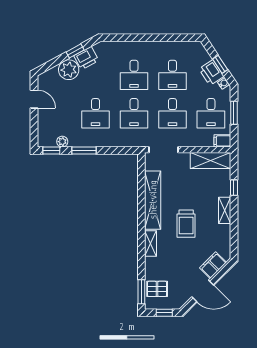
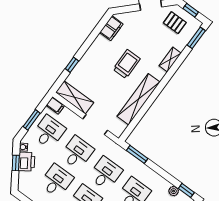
window: (84, 150) -> (137, 154), moved
doorway: (164, 150) -> (95, 125), moved
shelving: (225, 210) -> (91, 53), removed
shelving: (151, 243) -> (170, 60), moved
filing cabinet: (213, 265) -> (111, 28), moved, turned -45
pallet: (157, 289) -> (175, 23), moved

